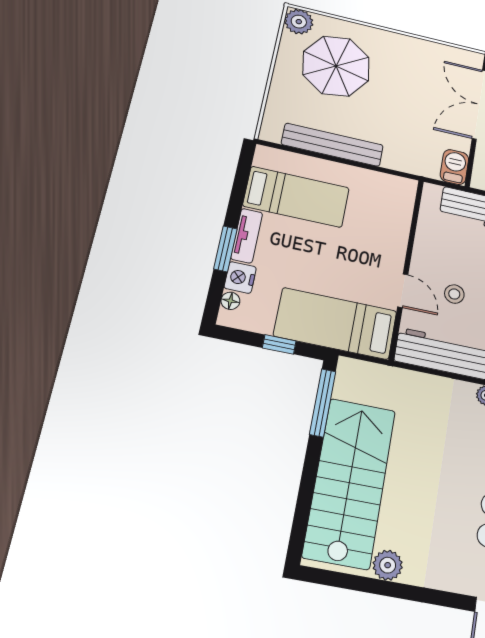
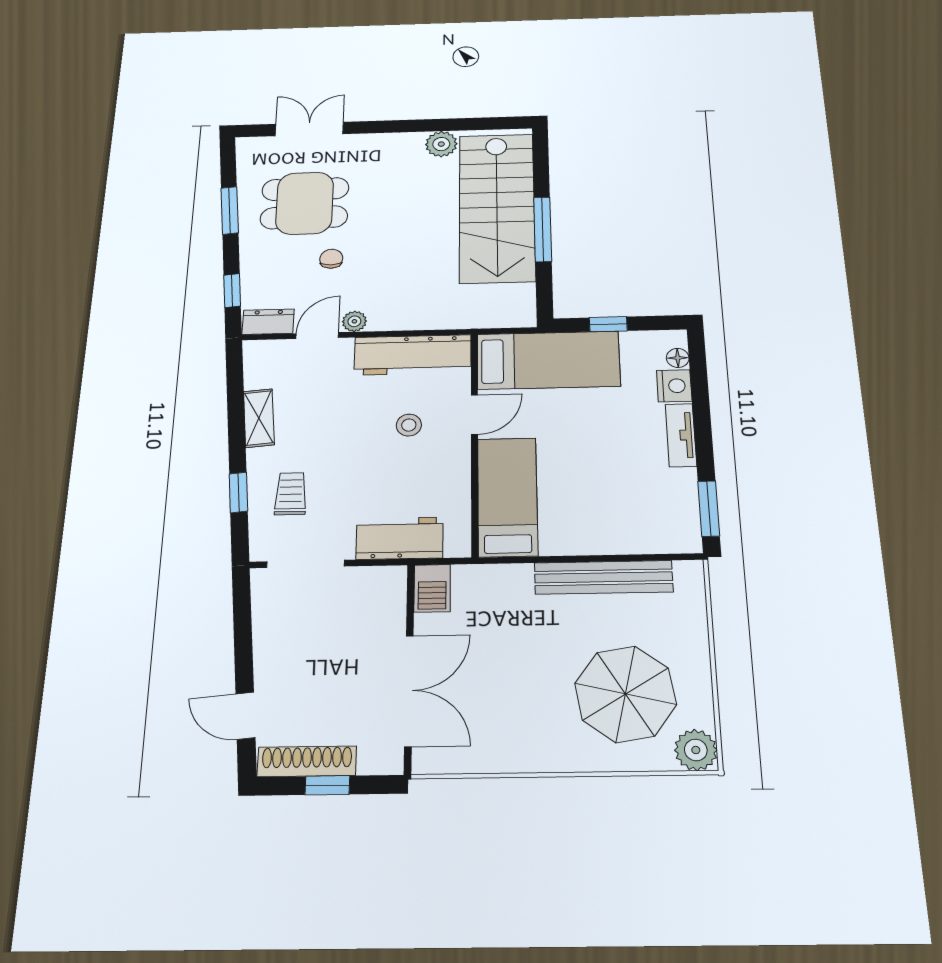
bed: (296, 197) -> (507, 497), moved, turned 90
window: (225, 249) -> (709, 508), moved
door: (403, 291) -> (474, 415), swing flipped
window: (323, 403) -> (543, 229), moved

